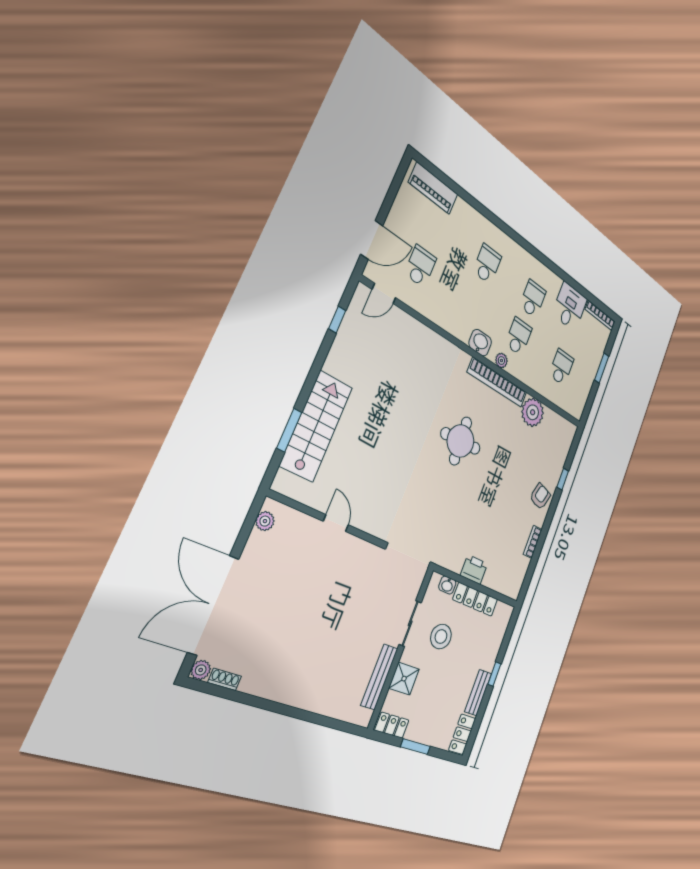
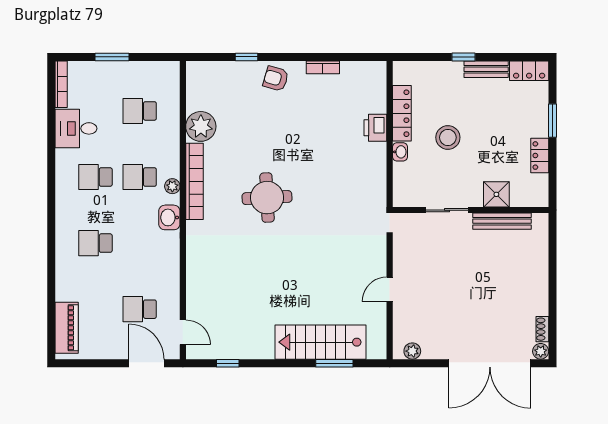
sliding door: (410, 623) -> (447, 210), moved
wall: (401, 647) -> (471, 210), moved
bench: (379, 677) -> (502, 221), moved
shower: (404, 679) -> (496, 194), moved

